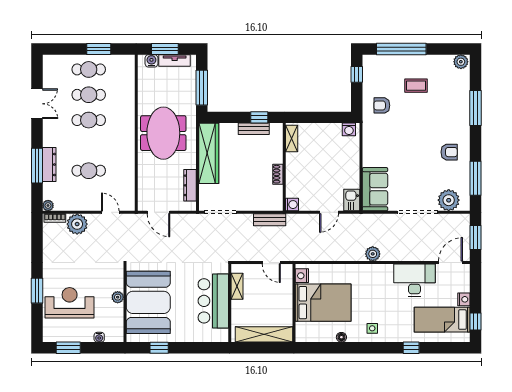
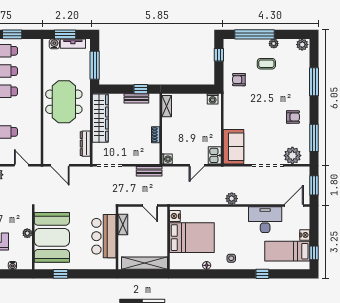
plant: (425, 60) -> (274, 44), added

